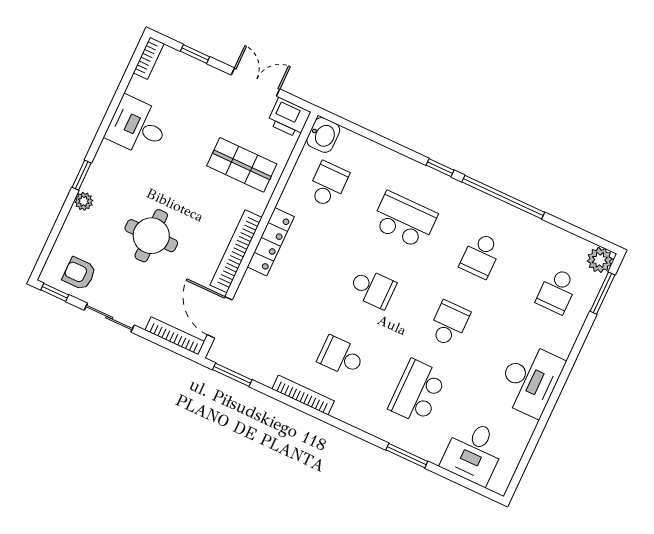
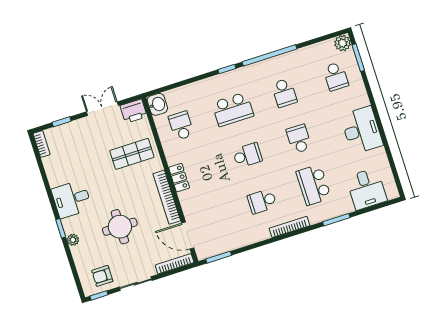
desk: (138, 126) -> (72, 199), moved
school desk: (404, 220) -> (233, 109), turned 180
locker: (271, 242) -> (179, 178), width x0.66
bookcase: (303, 395) -> (289, 227), moved

